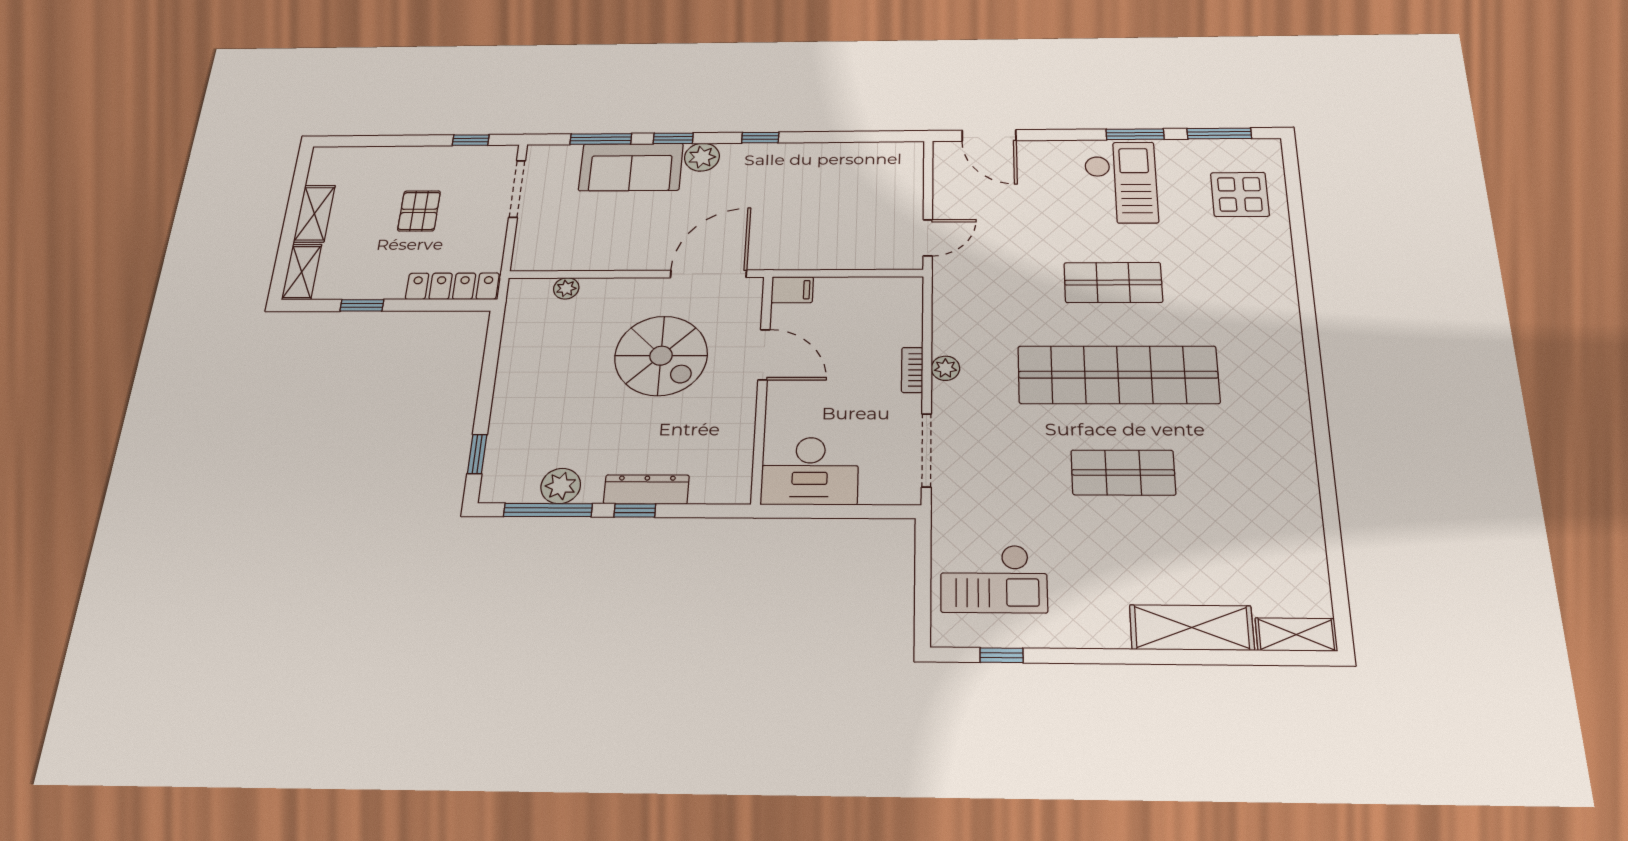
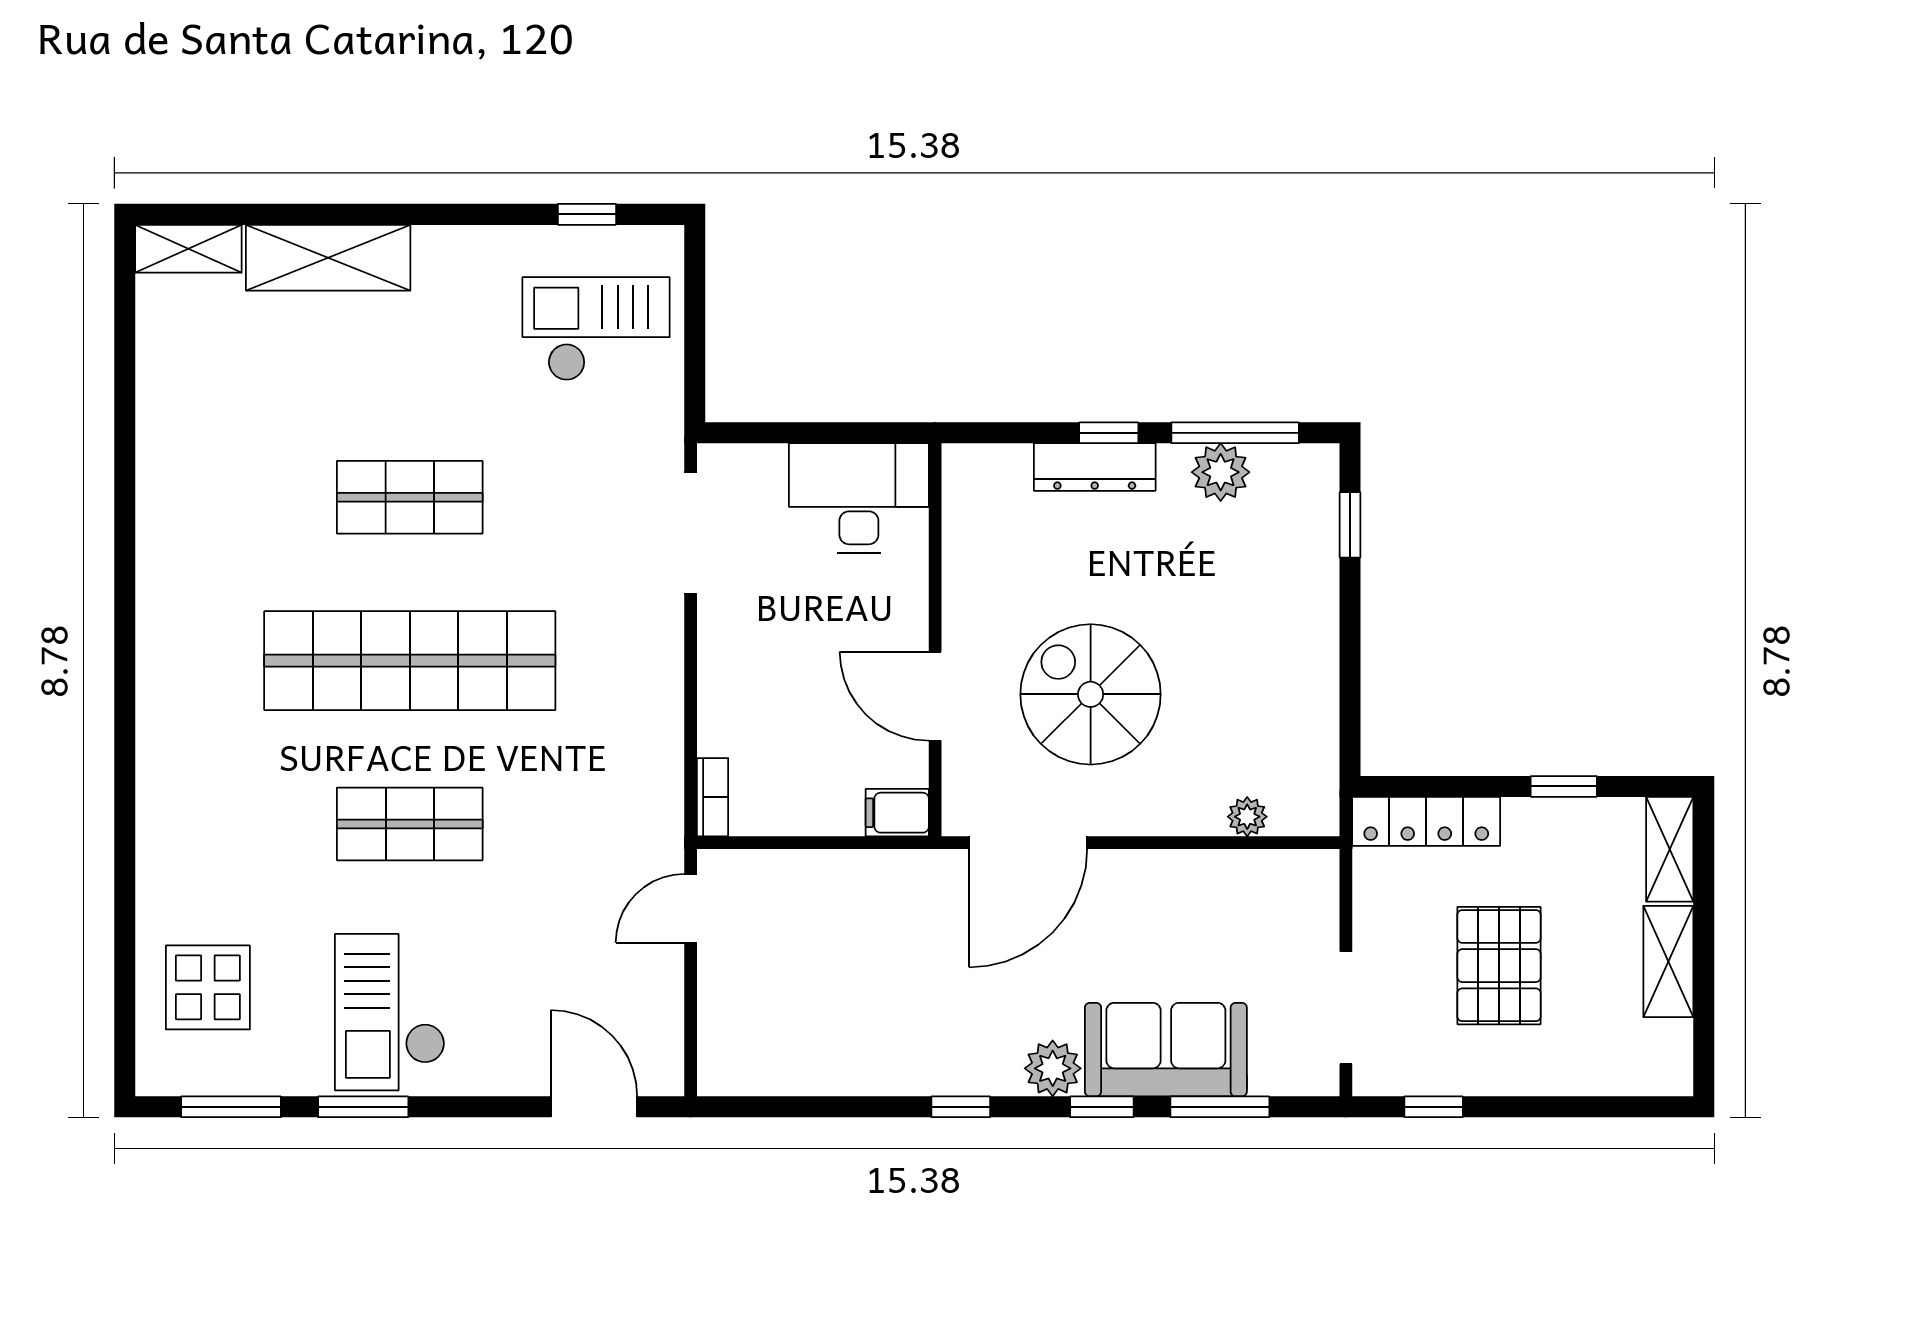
pallet: (419, 211) -> (1499, 966), width x1.50, depth x1.42
plant: (945, 368) -> (663, 672), removed
bookcase: (912, 370) -> (713, 797), moved

